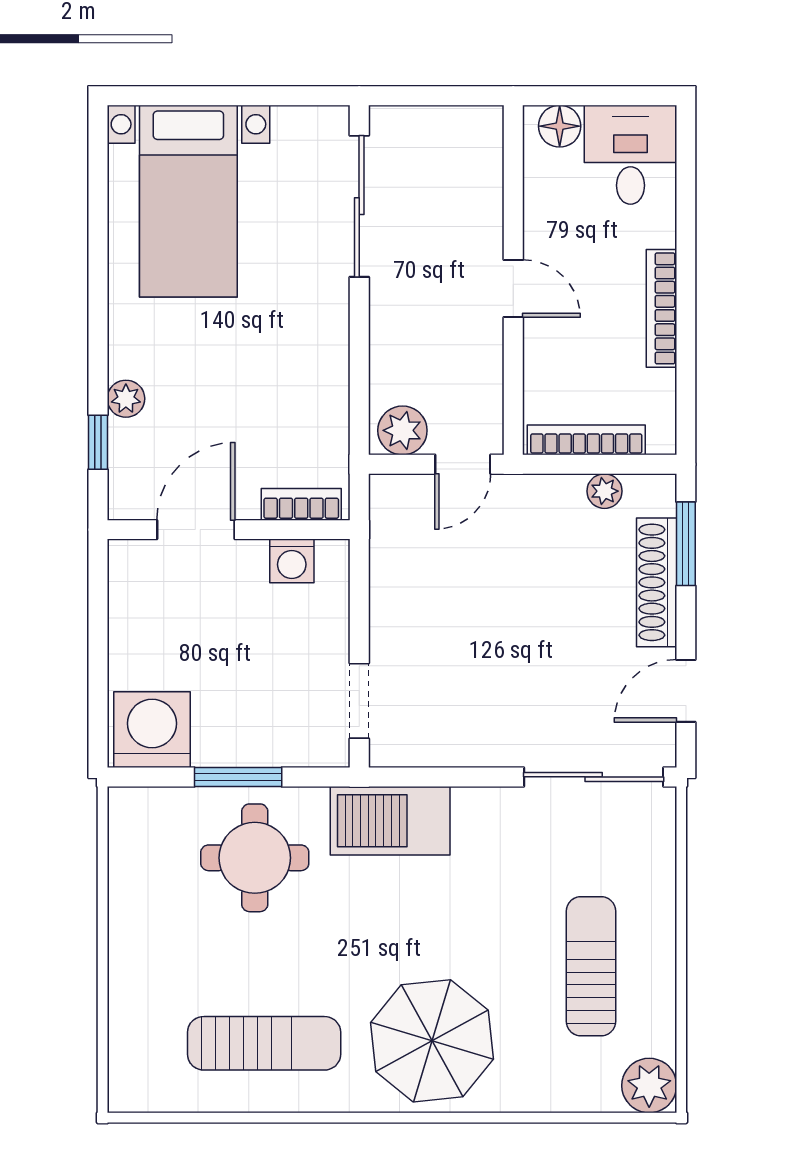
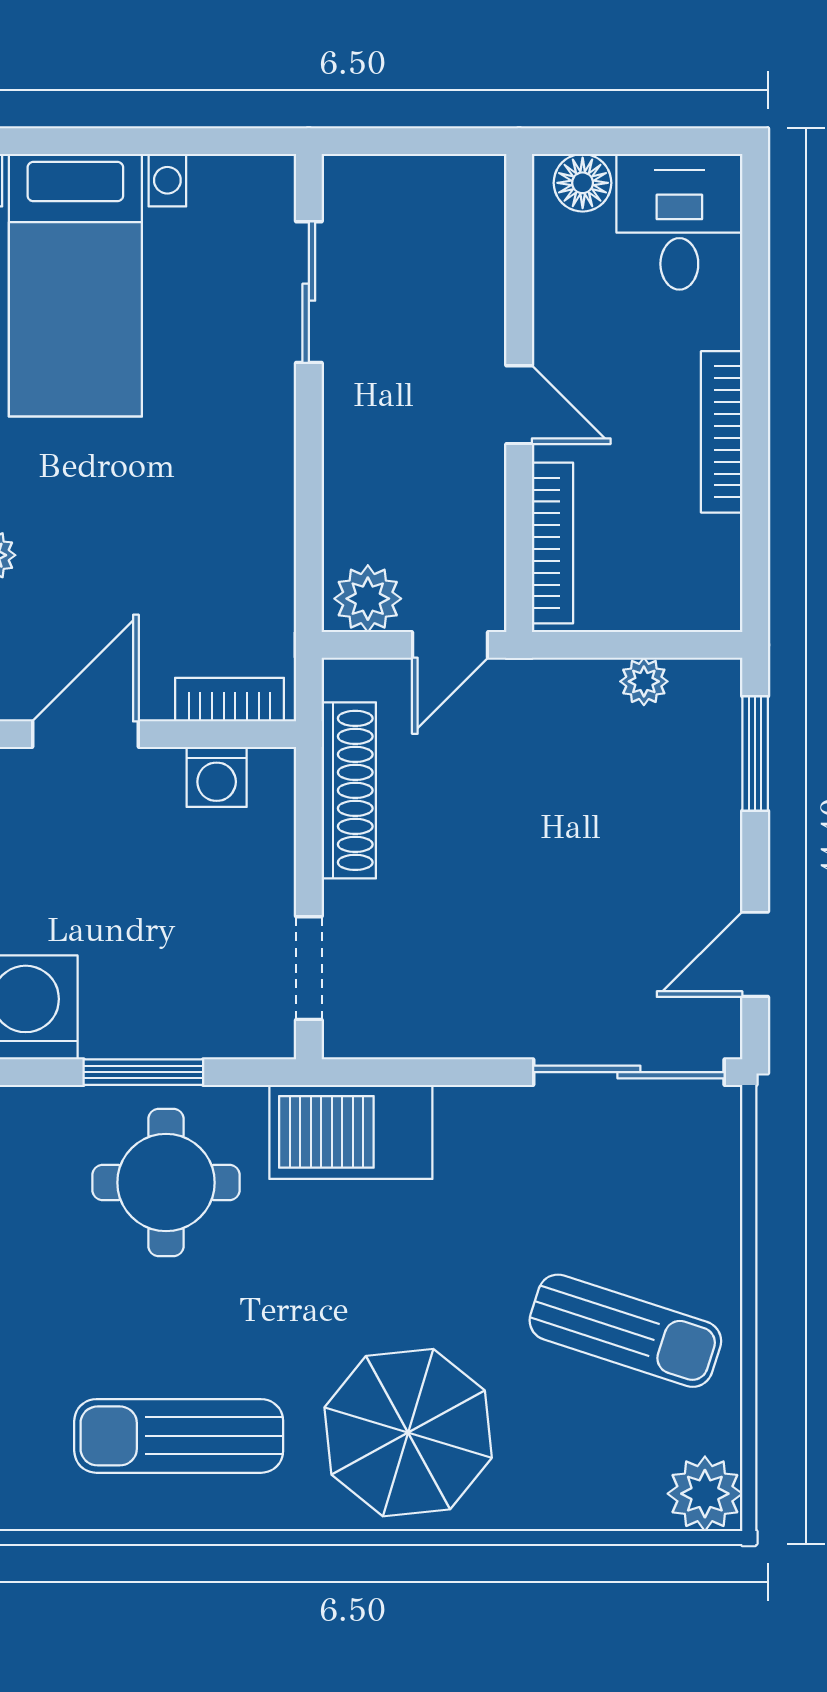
sliding door: (359, 206) -> (309, 292), width x0.73
bookcase: (586, 440) -> (552, 543), moved, turned 90
shoe rack: (657, 582) -> (349, 790), moved, turned 180
sun lounger: (591, 966) -> (625, 1331), turned 108
sun lounger: (264, 1043) -> (179, 1436), turned 180

